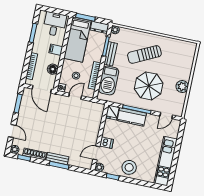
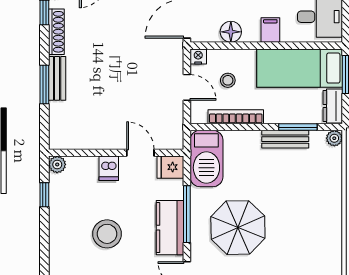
sun lounger: (144, 54) -> (298, 206), removed
barbecue: (109, 80) -> (206, 158), moved, turned -90
kitchen counter: (132, 117) -> (170, 228), moved
door: (96, 153) -> (140, 153), moved
stool: (129, 167) -> (107, 234), moved

